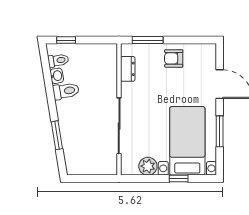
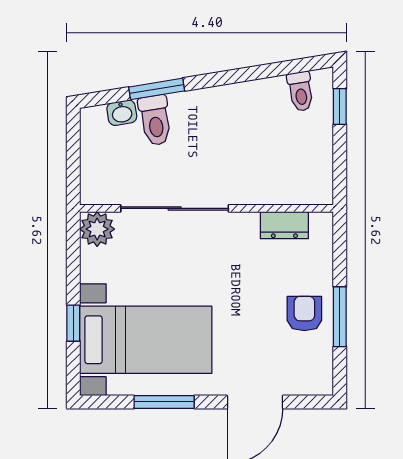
window: (148, 40) -> (340, 317), moved
washbasin: (57, 76) -> (122, 113), moved
toilet: (66, 91) -> (155, 120), moved
plant: (148, 166) -> (97, 229), moved

